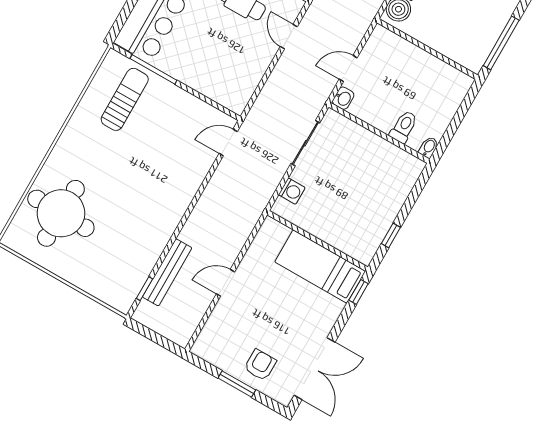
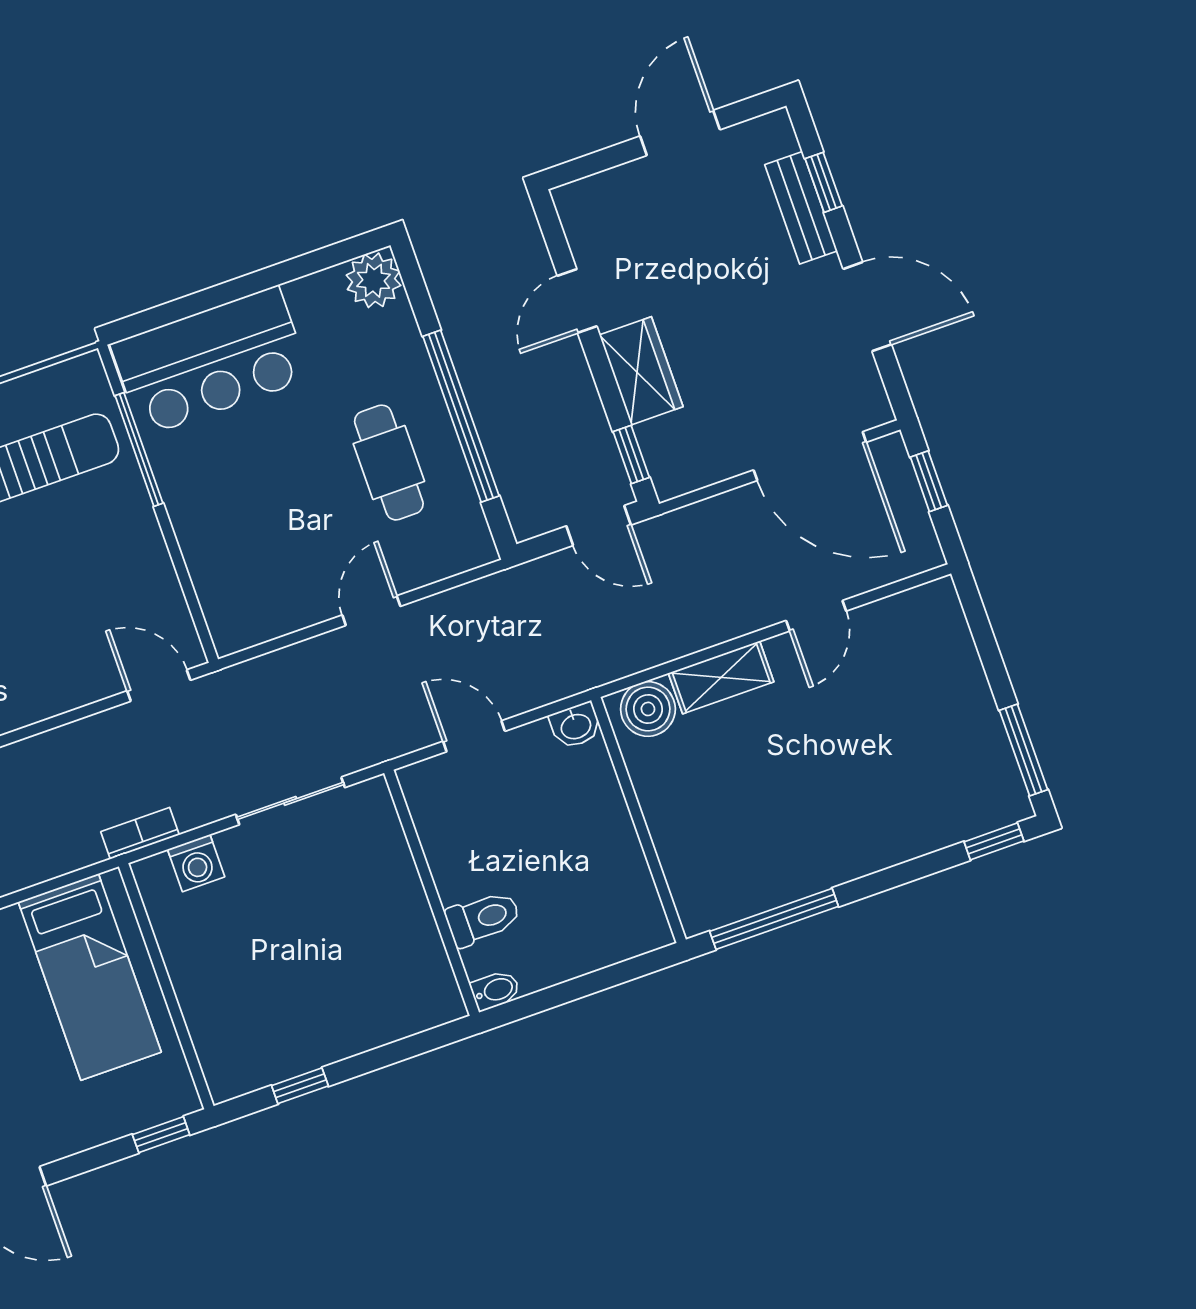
door: (289, 37) -> (371, 611), moved
washbasin: (343, 98) -> (576, 726), moved
bookcase: (265, 197) -> (140, 833), added
bed: (320, 267) -> (90, 977), moved, turned 180

